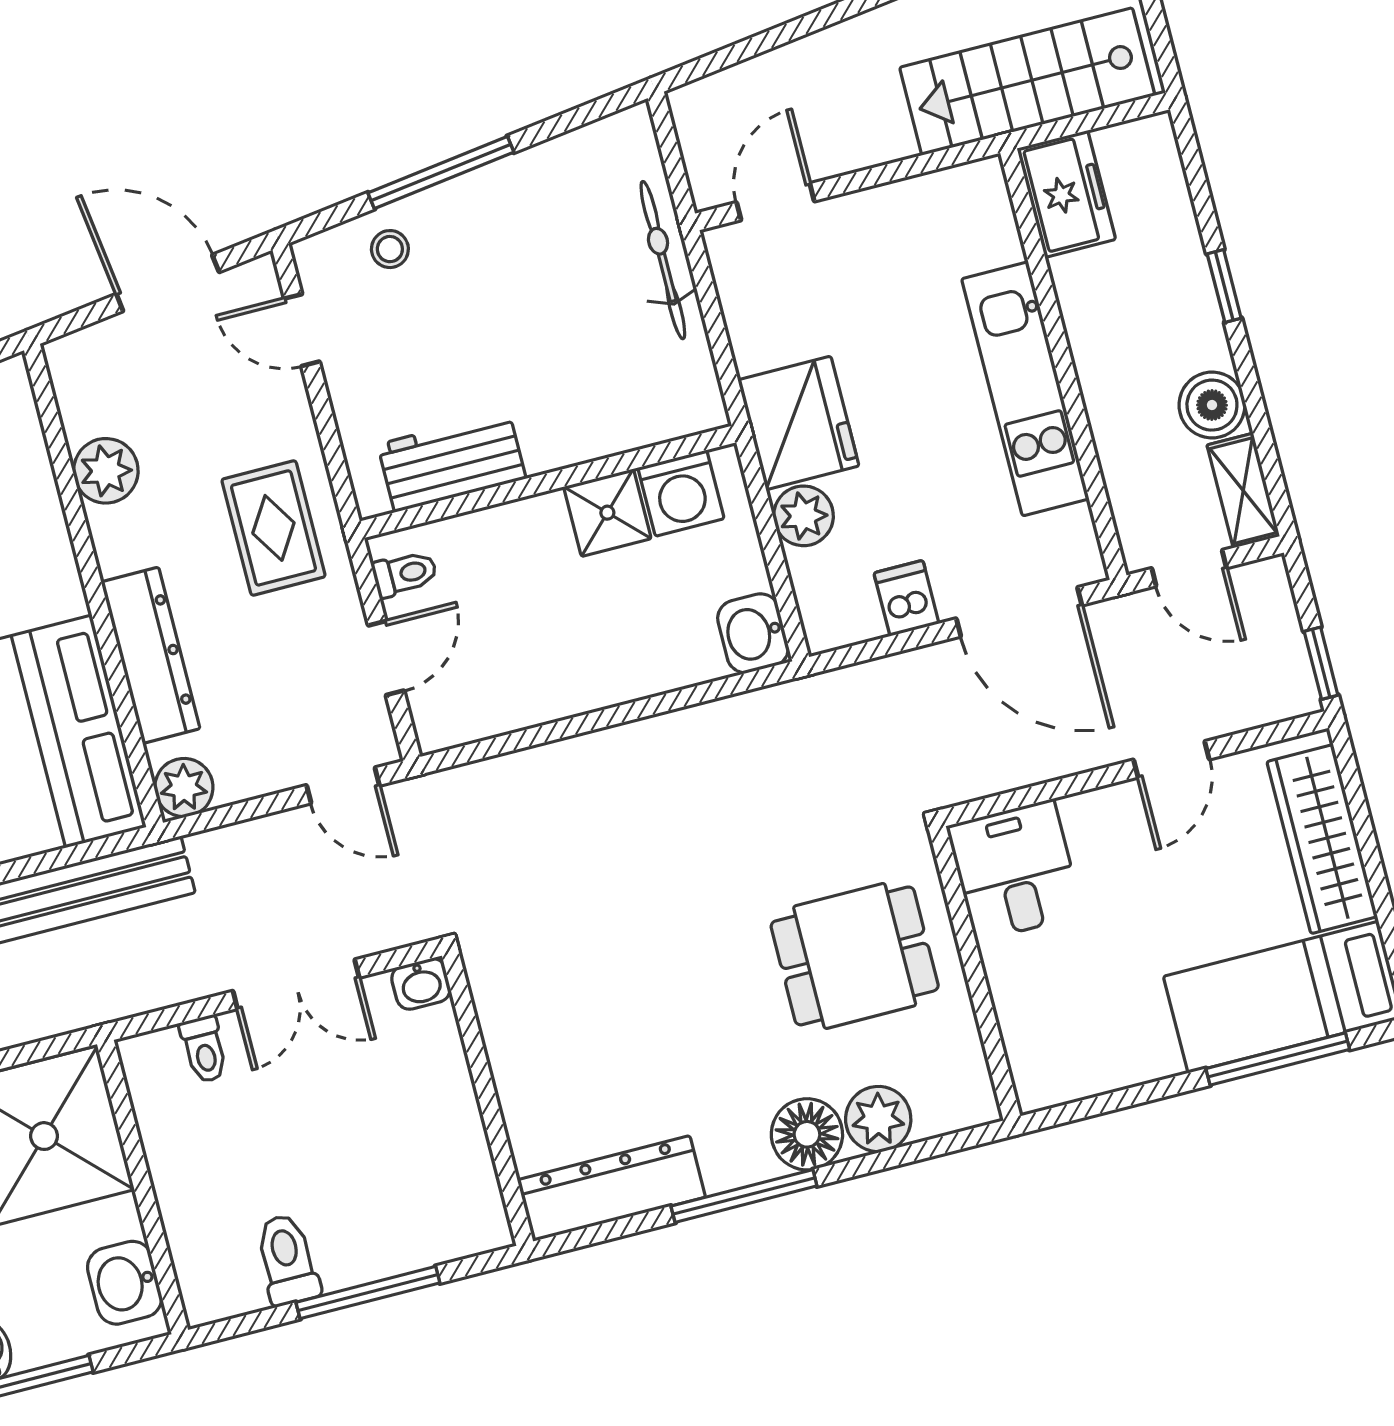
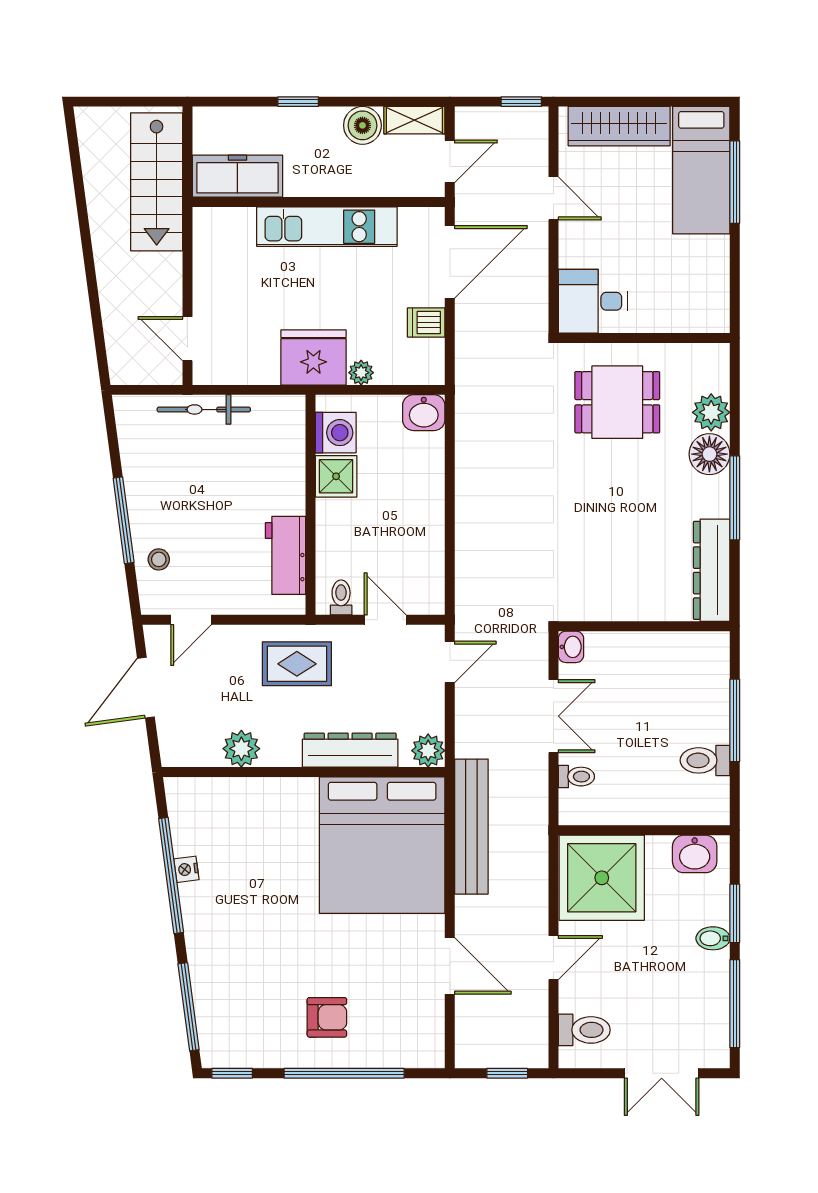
freezer: (1066, 194) -> (237, 176), width x1.40
plant: (803, 516) -> (361, 373), width x0.73, depth x0.73
dining table: (855, 956) -> (617, 402), turned 90

